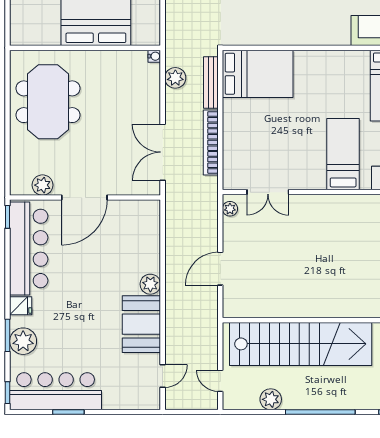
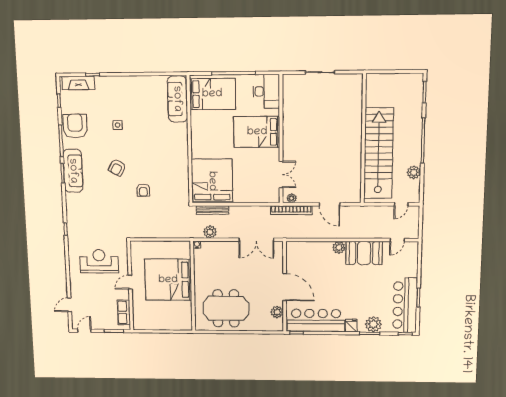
bed: (258, 74) -> (212, 181), width x1.36
bookcase: (211, 142) -> (291, 210), moved
bed: (343, 154) -> (257, 132), width x1.50
door: (163, 376) -> (397, 240), swing flipped

